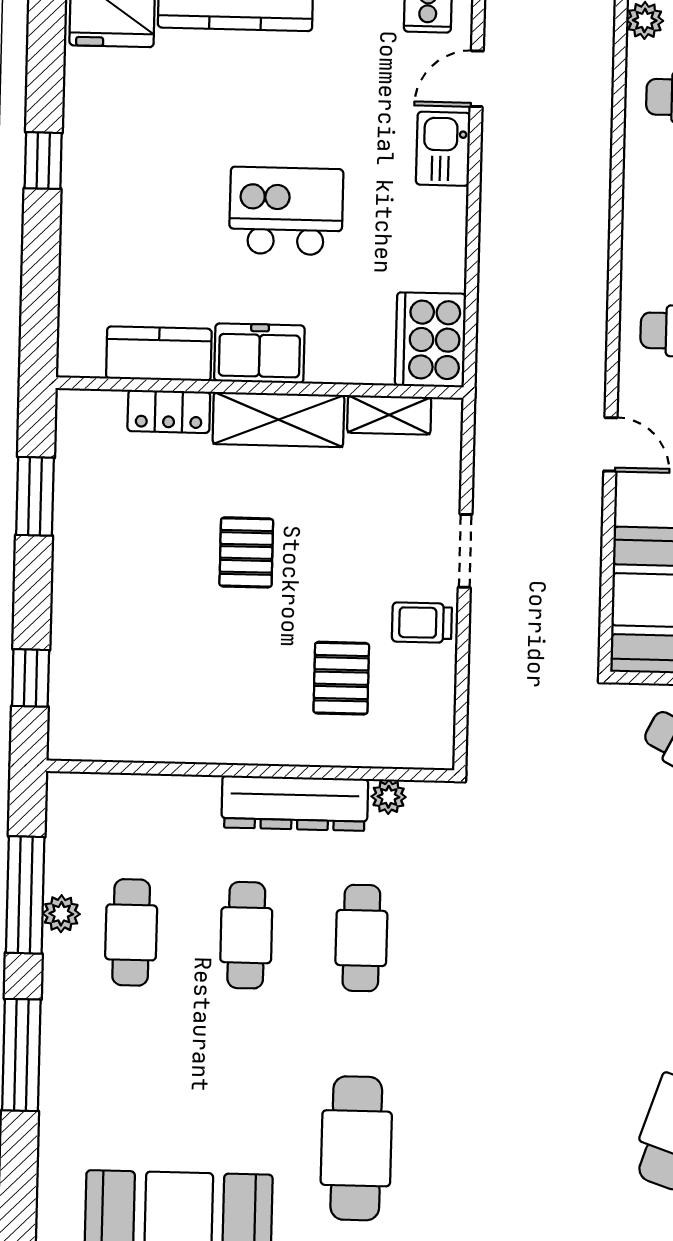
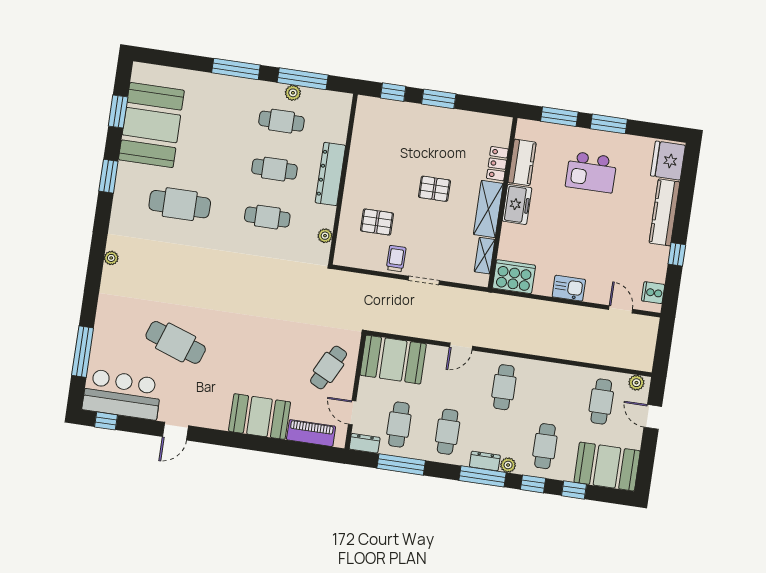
kitchen sink: (443, 149) -> (569, 288), moved
window: (43, 161) -> (609, 124), width x1.50
kitchen island: (286, 211) -> (591, 172), moved, turned 90
window: (40, 279) -> (559, 117), added
window: (35, 496) -> (439, 99), moved
dresser: (295, 803) -> (330, 174), moved

